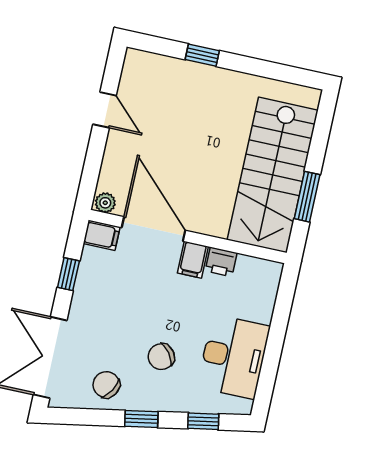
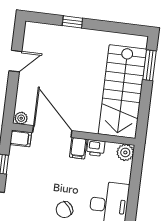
door: (105, 110) -> (15, 61), hinge flipped
window: (307, 197) -> (150, 65), moved
plant: (268, 274) -> (125, 152), added

